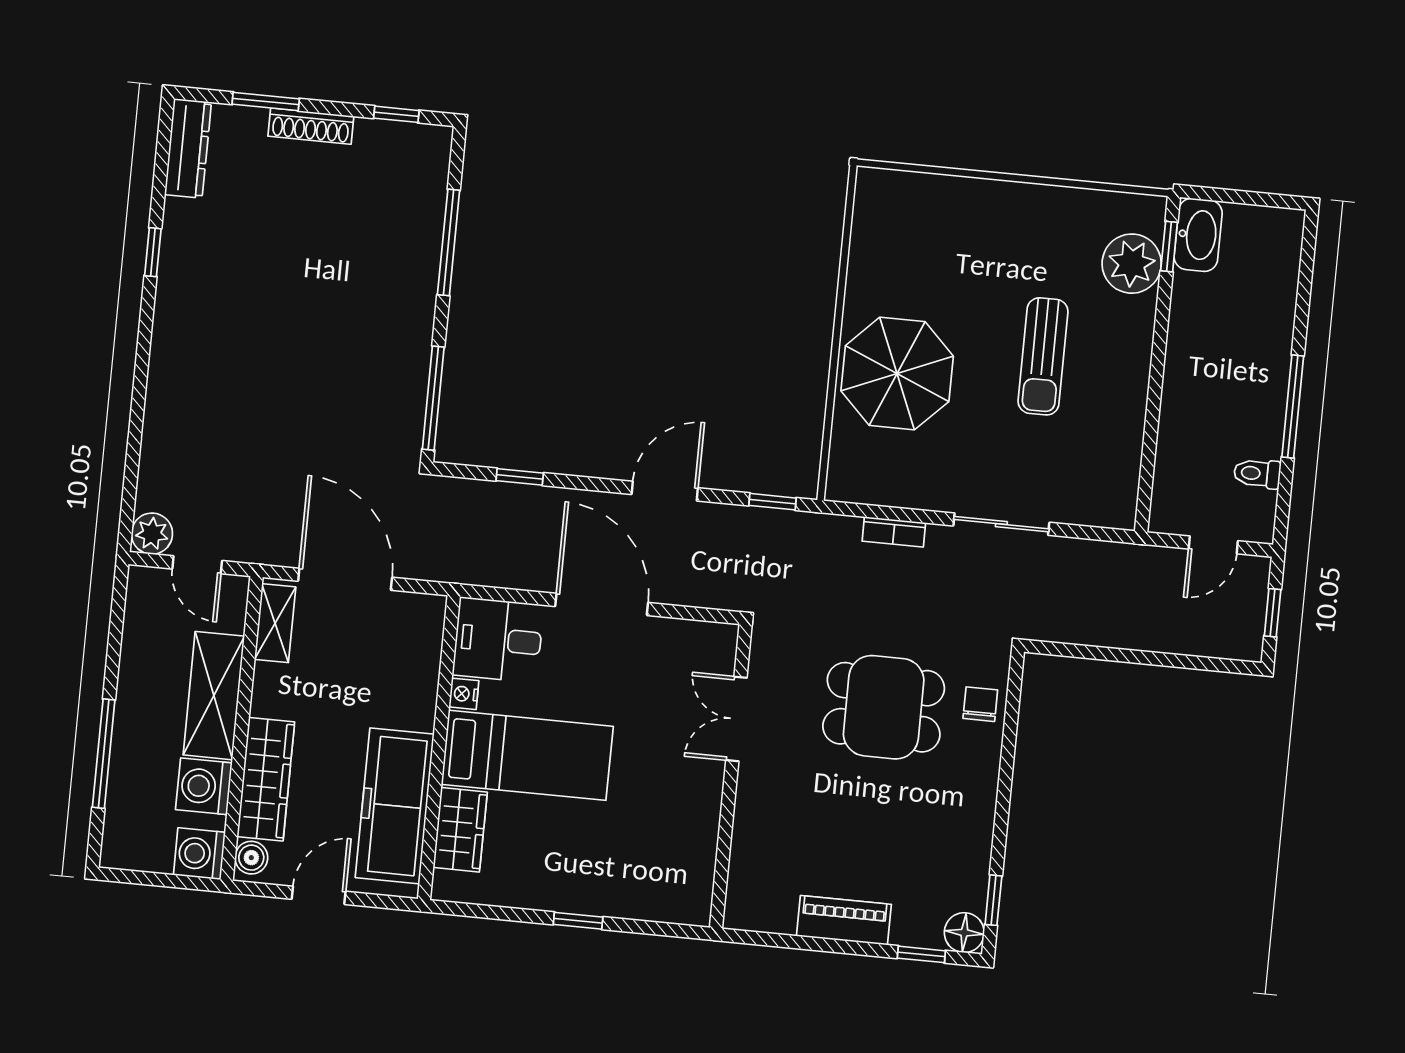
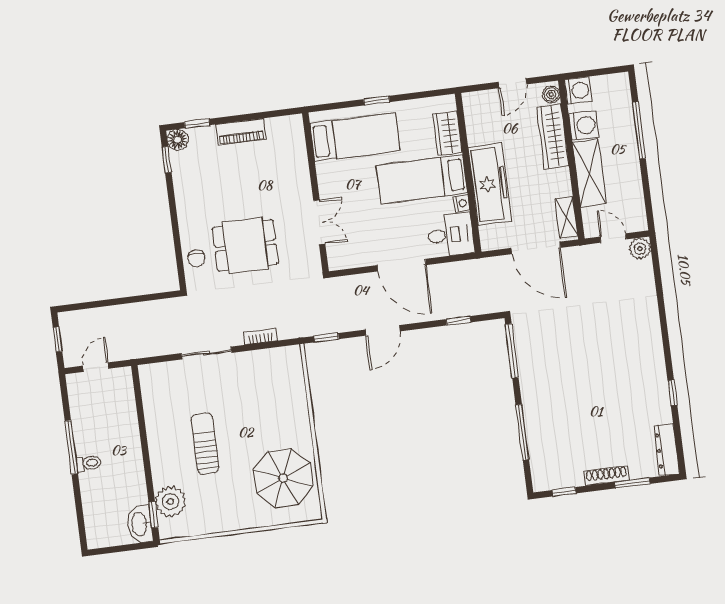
parasol: (897, 374) -> (283, 478), moved
toilet: (1257, 474) -> (89, 463), moved
freezer: (395, 806) -> (490, 184), moved
bed: (634, 862) -> (355, 137), added

